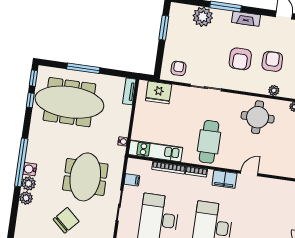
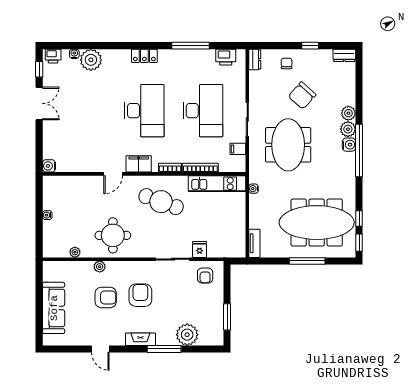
armchair: (272, 61) -> (106, 297), turned -90
fridge: (159, 92) -> (199, 249), moved, width x0.53, depth x0.75
cafe table: (209, 142) -> (161, 202), turned -70

